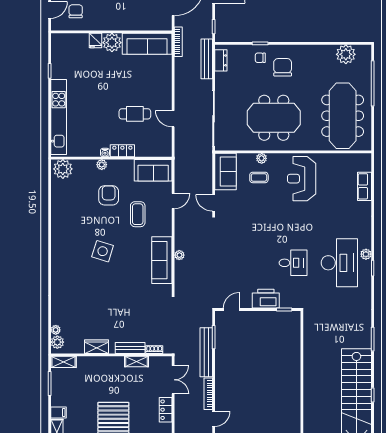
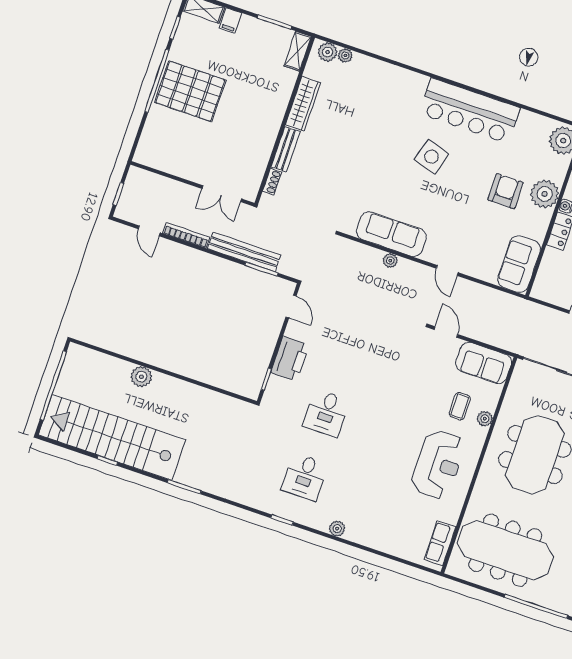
plant: (102, 165) -> (545, 194), width x1.87, depth x1.87
reception desk: (302, 179) -> (438, 464), turned 90
row of seats: (364, 186) -> (440, 543), moved, turned -90
armchair: (109, 195) -> (505, 191), turned -90
door: (173, 201) -> (447, 270), moved
door: (214, 203) -> (446, 332), hinge flipped
coffee table: (138, 214) -> (466, 222), removed
bar counter: (64, 237) -> (470, 111), added
plant: (366, 254) -> (337, 529), moved
desk: (339, 263) -> (305, 477), width x0.53, depth x0.77
wardrobe: (97, 347) -> (303, 104), width x1.50
shelving: (137, 362) -> (264, 152), removed
plant: (310, 391) -> (141, 377), added
locker: (166, 410) -> (184, 169), removed

